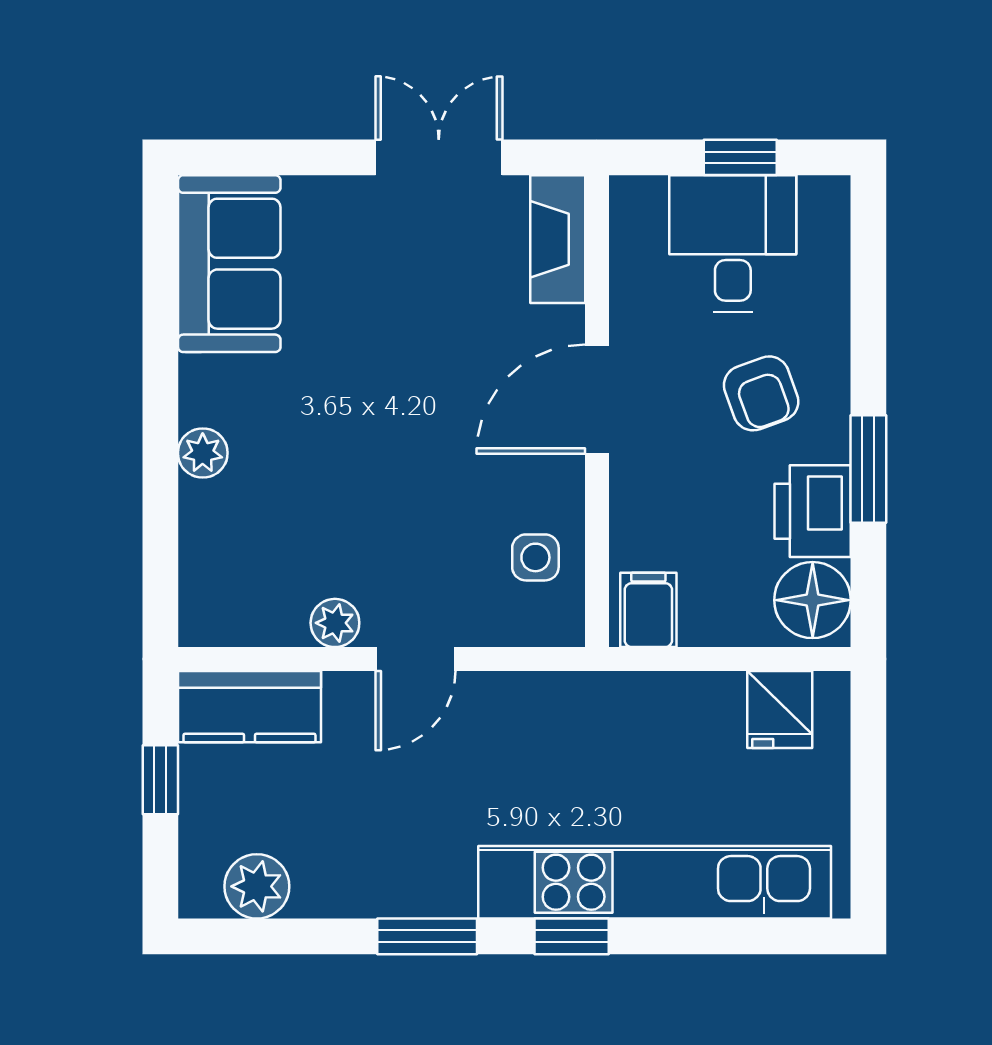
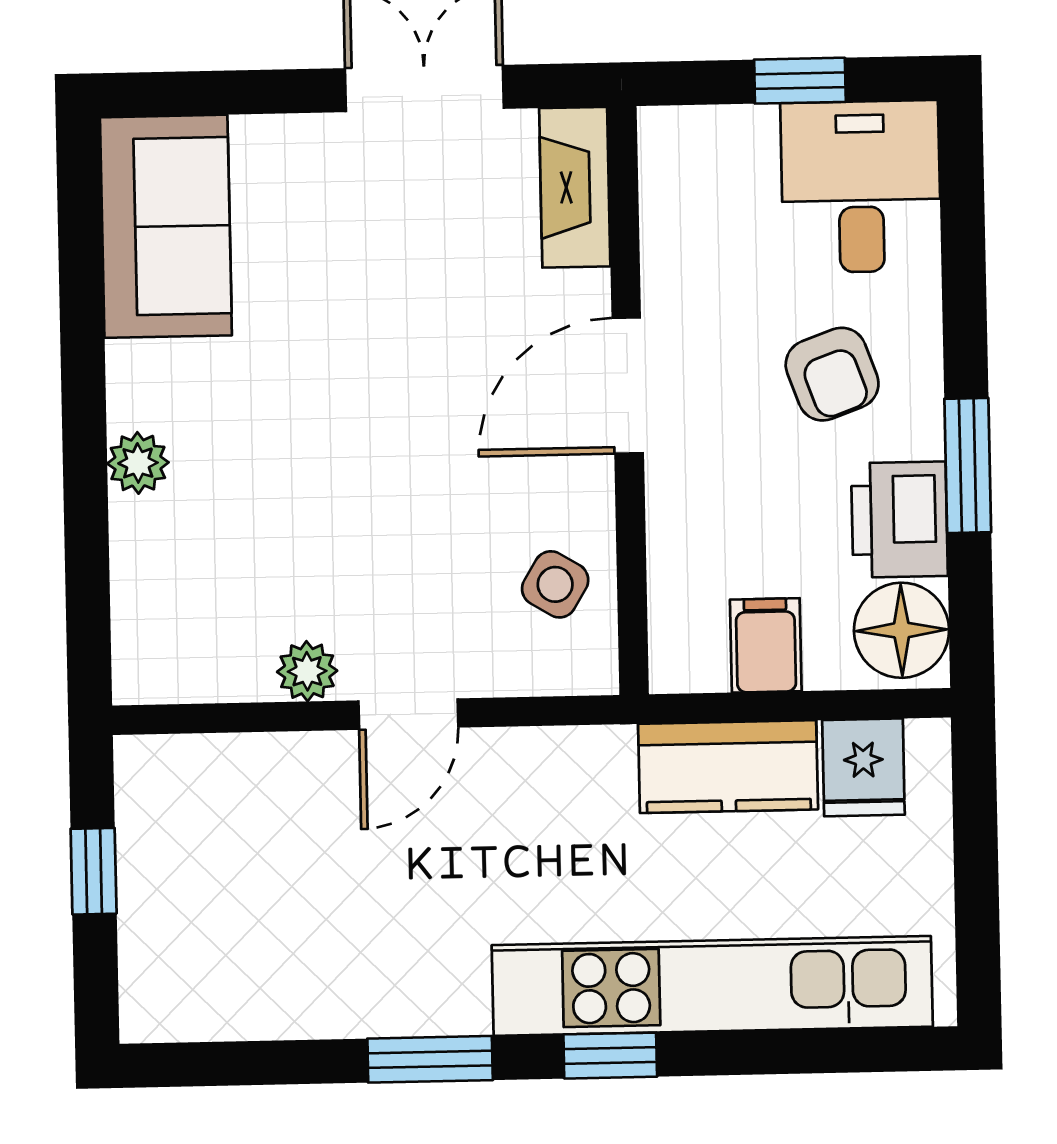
desk: (733, 243) -> (861, 187), moved
side table: (535, 557) -> (555, 584), turned 31
filing cabinet: (648, 610) -> (766, 645), moved
kitchen counter: (249, 707) -> (728, 767), moved
plant: (257, 886) -> (217, 1001), removed

